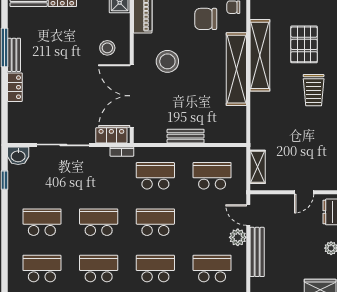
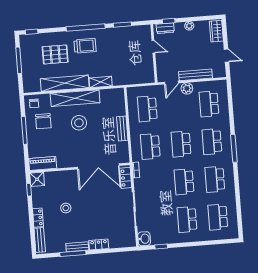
stool: (107, 48) -> (66, 208), moved
stool: (167, 61) -> (79, 123), moved
shelving: (258, 167) -> (101, 82), moved

